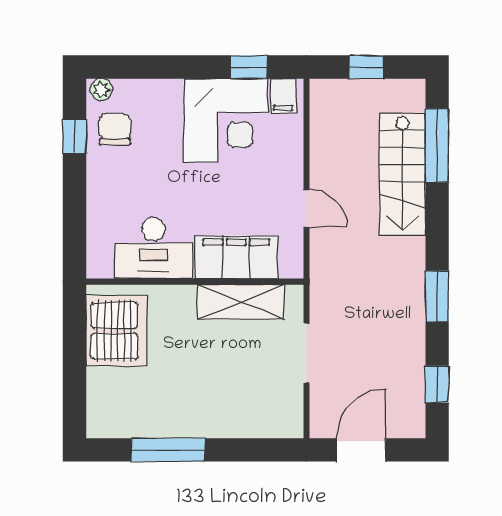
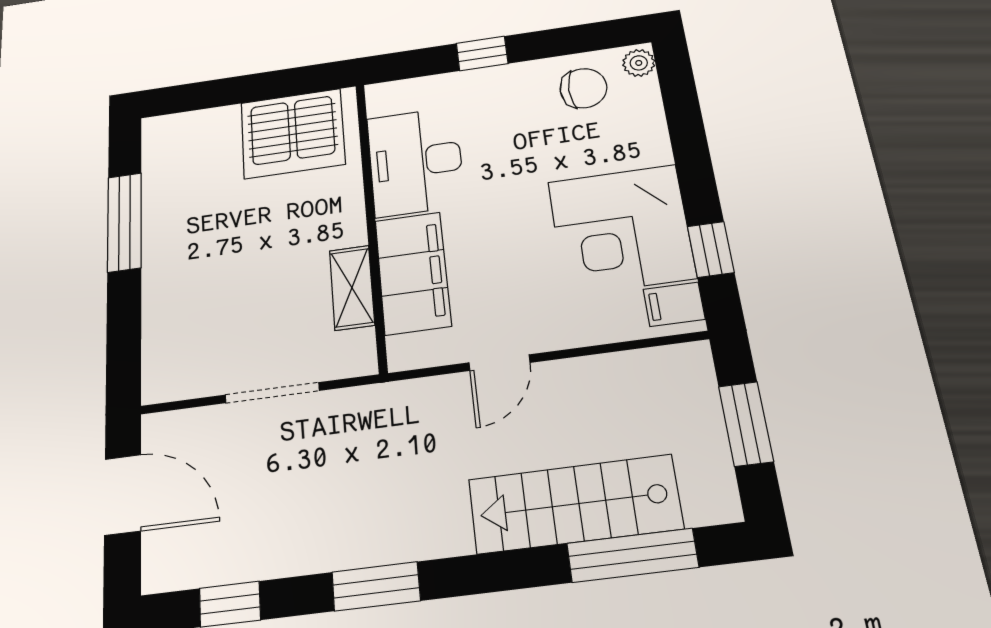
window: (367, 67) -> (746, 424), width x1.50
window: (74, 136) -> (482, 53), moved
shelving: (241, 302) -> (352, 288), width x0.67, depth x0.75

